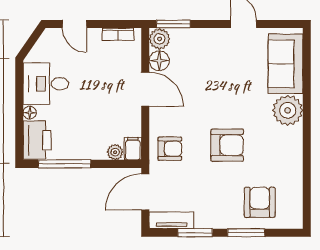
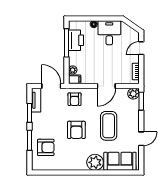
floor lamp: (159, 61) -> (122, 94), removed
coffee table: (219, 85) -> (109, 126), added
printer: (37, 140) -> (76, 40), moved, turned -90

